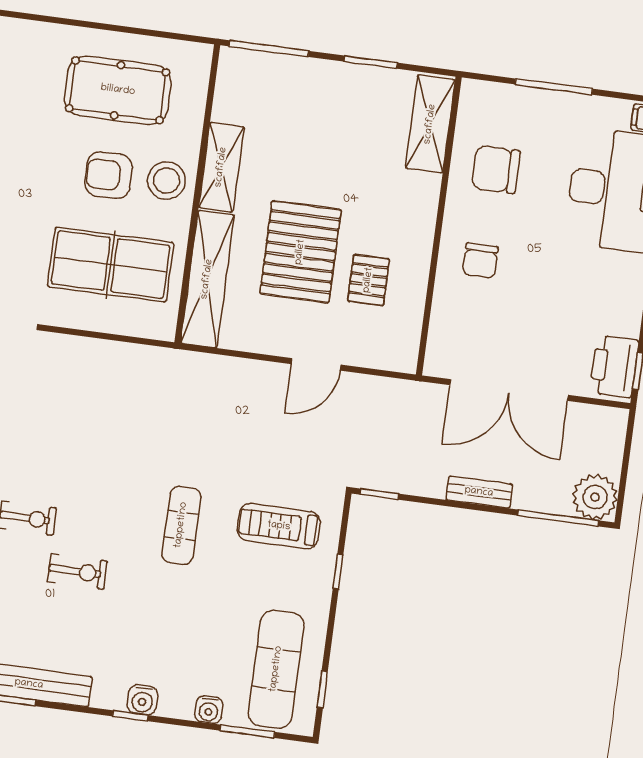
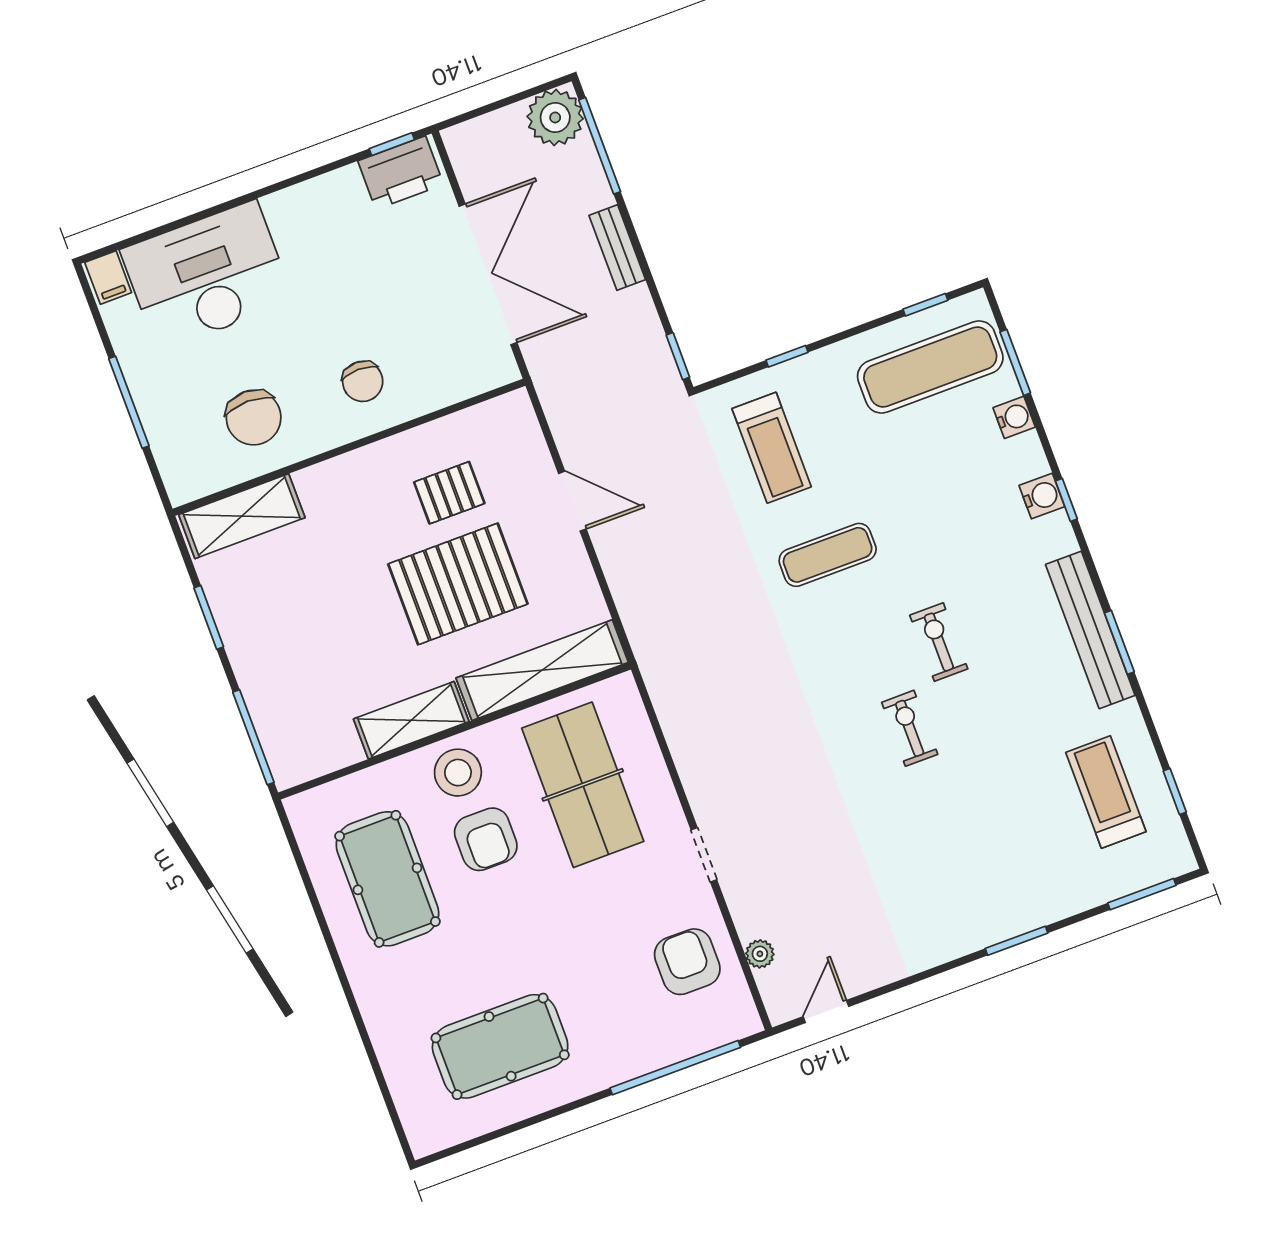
chair: (480, 261) -> (363, 381), turned 90

